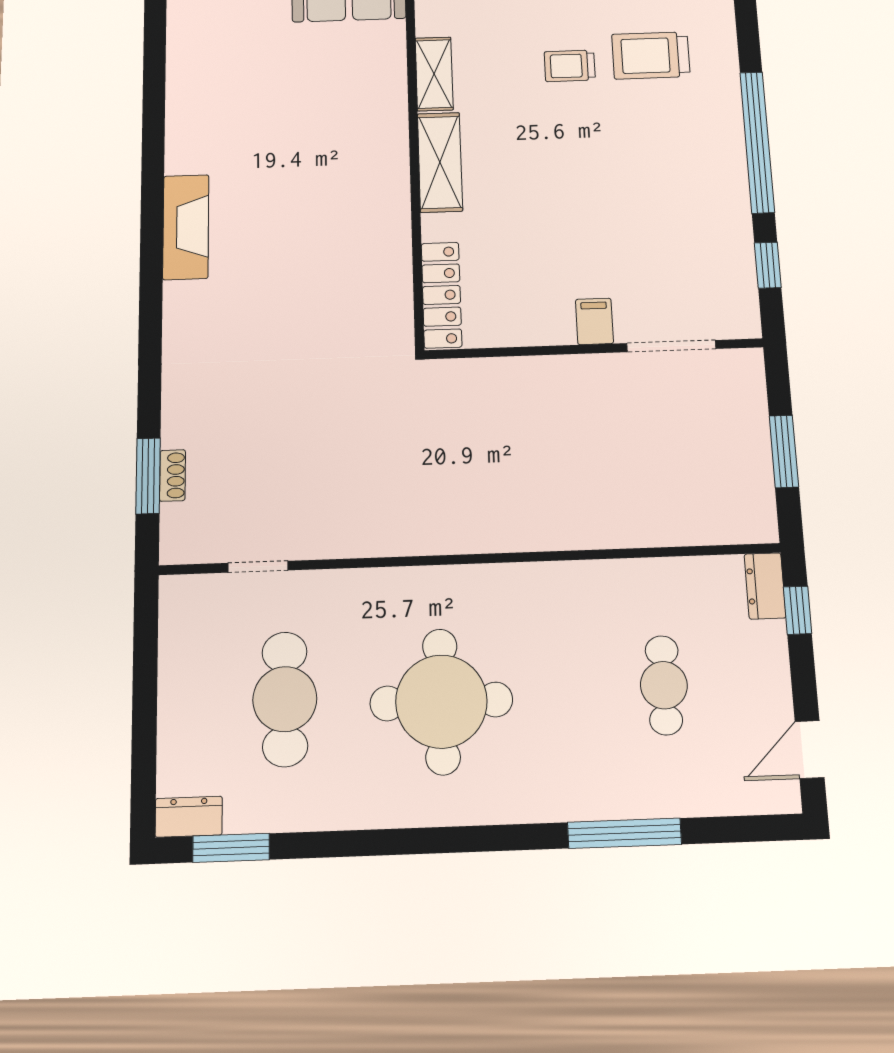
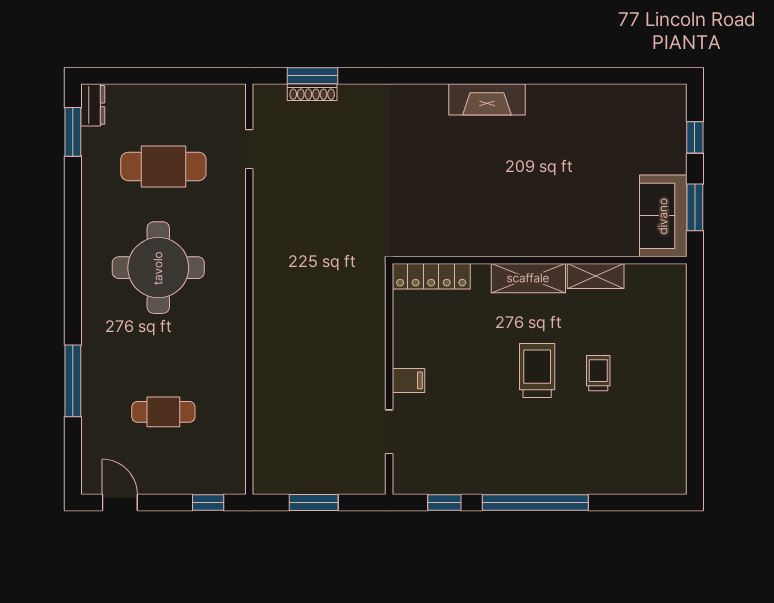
trolley: (651, 55) -> (537, 370), moved
doorway: (671, 346) -> (389, 432), width x0.73
shoe rack: (173, 475) -> (312, 92), width x1.43
dresser: (765, 586) -> (225, 483), removed

